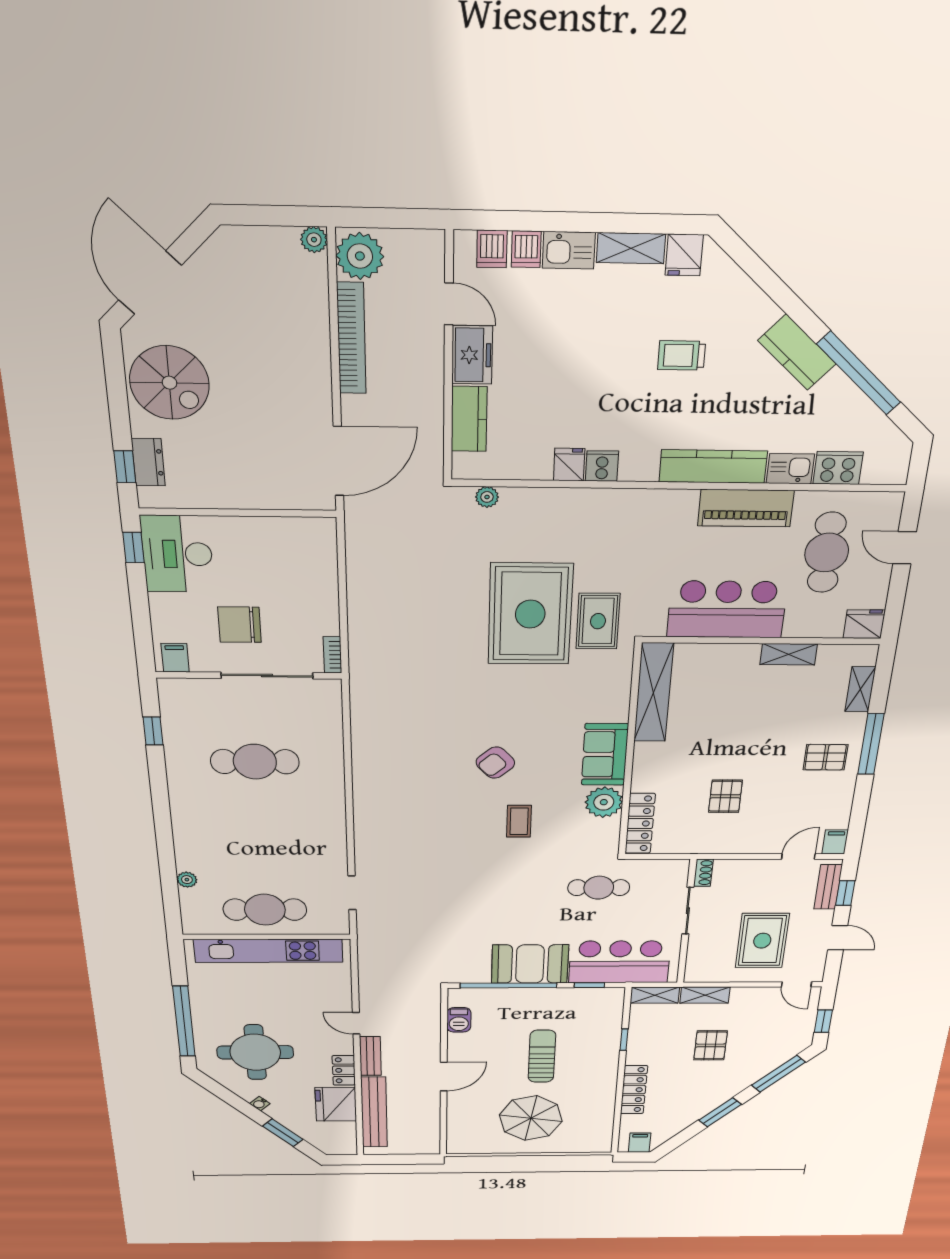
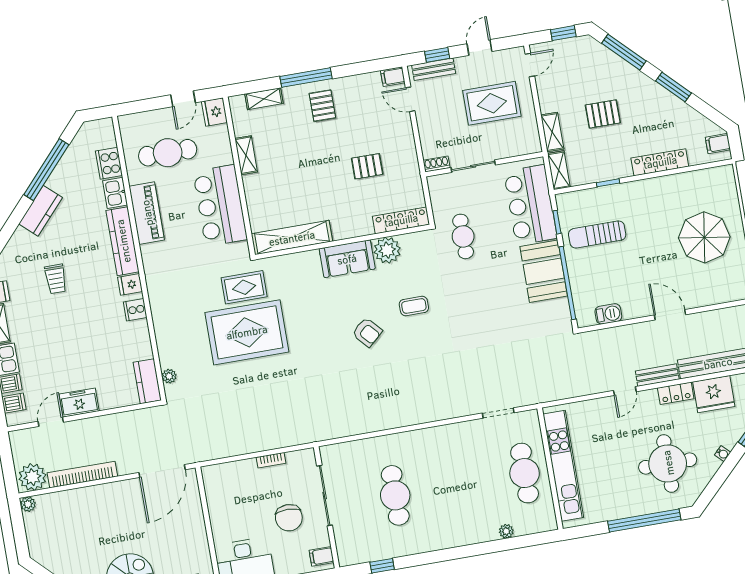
kitchen counter: (469, 419) -> (147, 381), moved, turned -90
door: (338, 461) -> (162, 471), swing flipped
fridge: (569, 465) -> (130, 284), moved
door: (905, 548) -> (183, 99), moved
bookcase: (332, 655) -> (271, 460), moved
sun lounger: (542, 1056) -> (597, 234), moved

